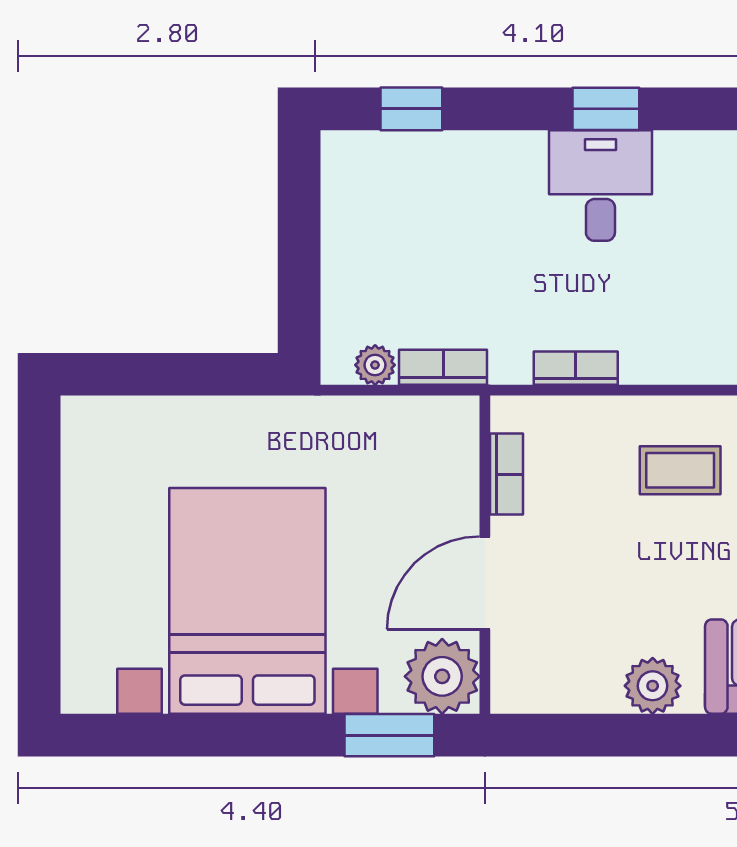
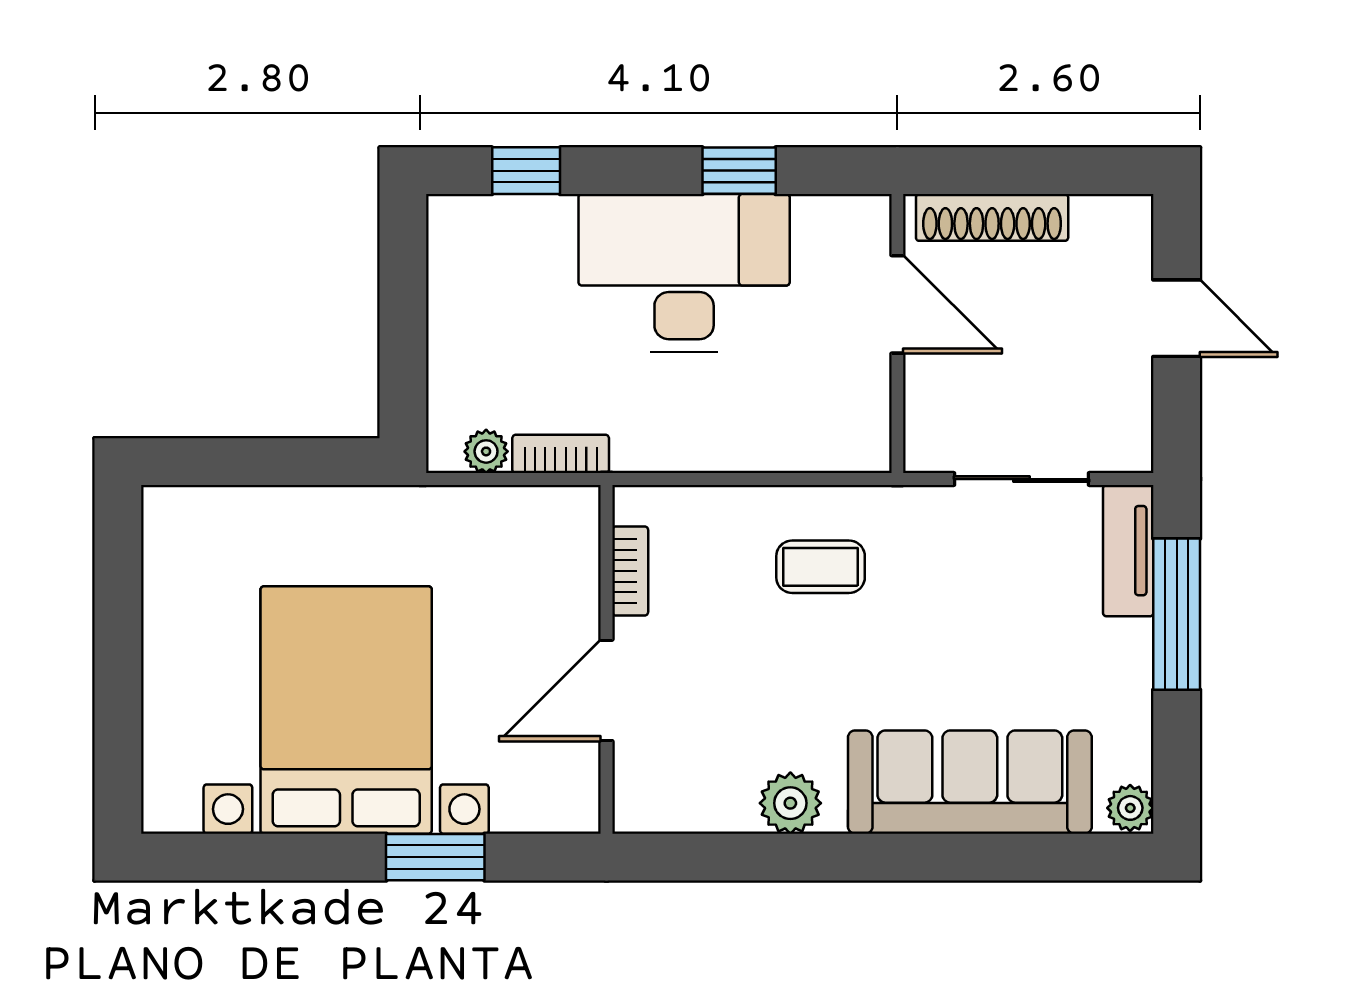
desk: (600, 186) -> (684, 273), width x1.87, depth x1.30
bookcase: (576, 368) -> (706, 455), removed
plant: (442, 676) -> (560, 793), removed
window: (389, 735) -> (435, 857), moved

